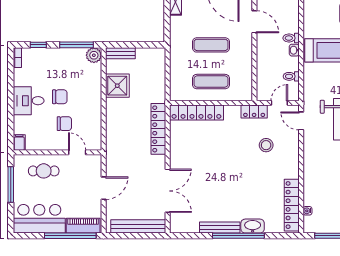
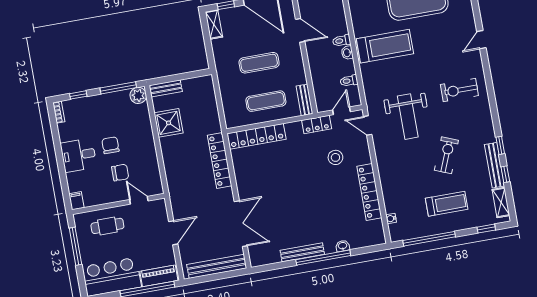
bench: (247, 87) -> (304, 100), added
chair: (60, 97) -> (110, 145), turned -90
locker: (292, 205) -> (369, 192), moved
washbasin: (253, 226) -> (343, 246), width x0.52, depth x0.69

